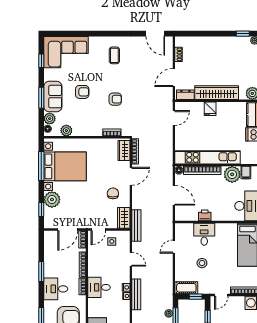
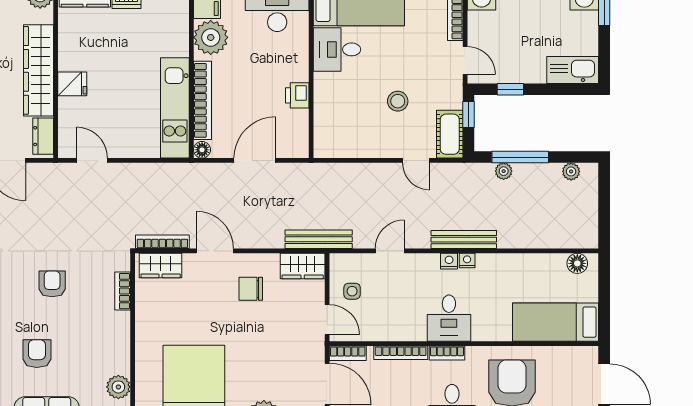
kitchen unit: (207, 157) -> (175, 108), width x0.73
desk: (204, 234) -> (337, 49), moved
door: (174, 247) -> (416, 160), moved

